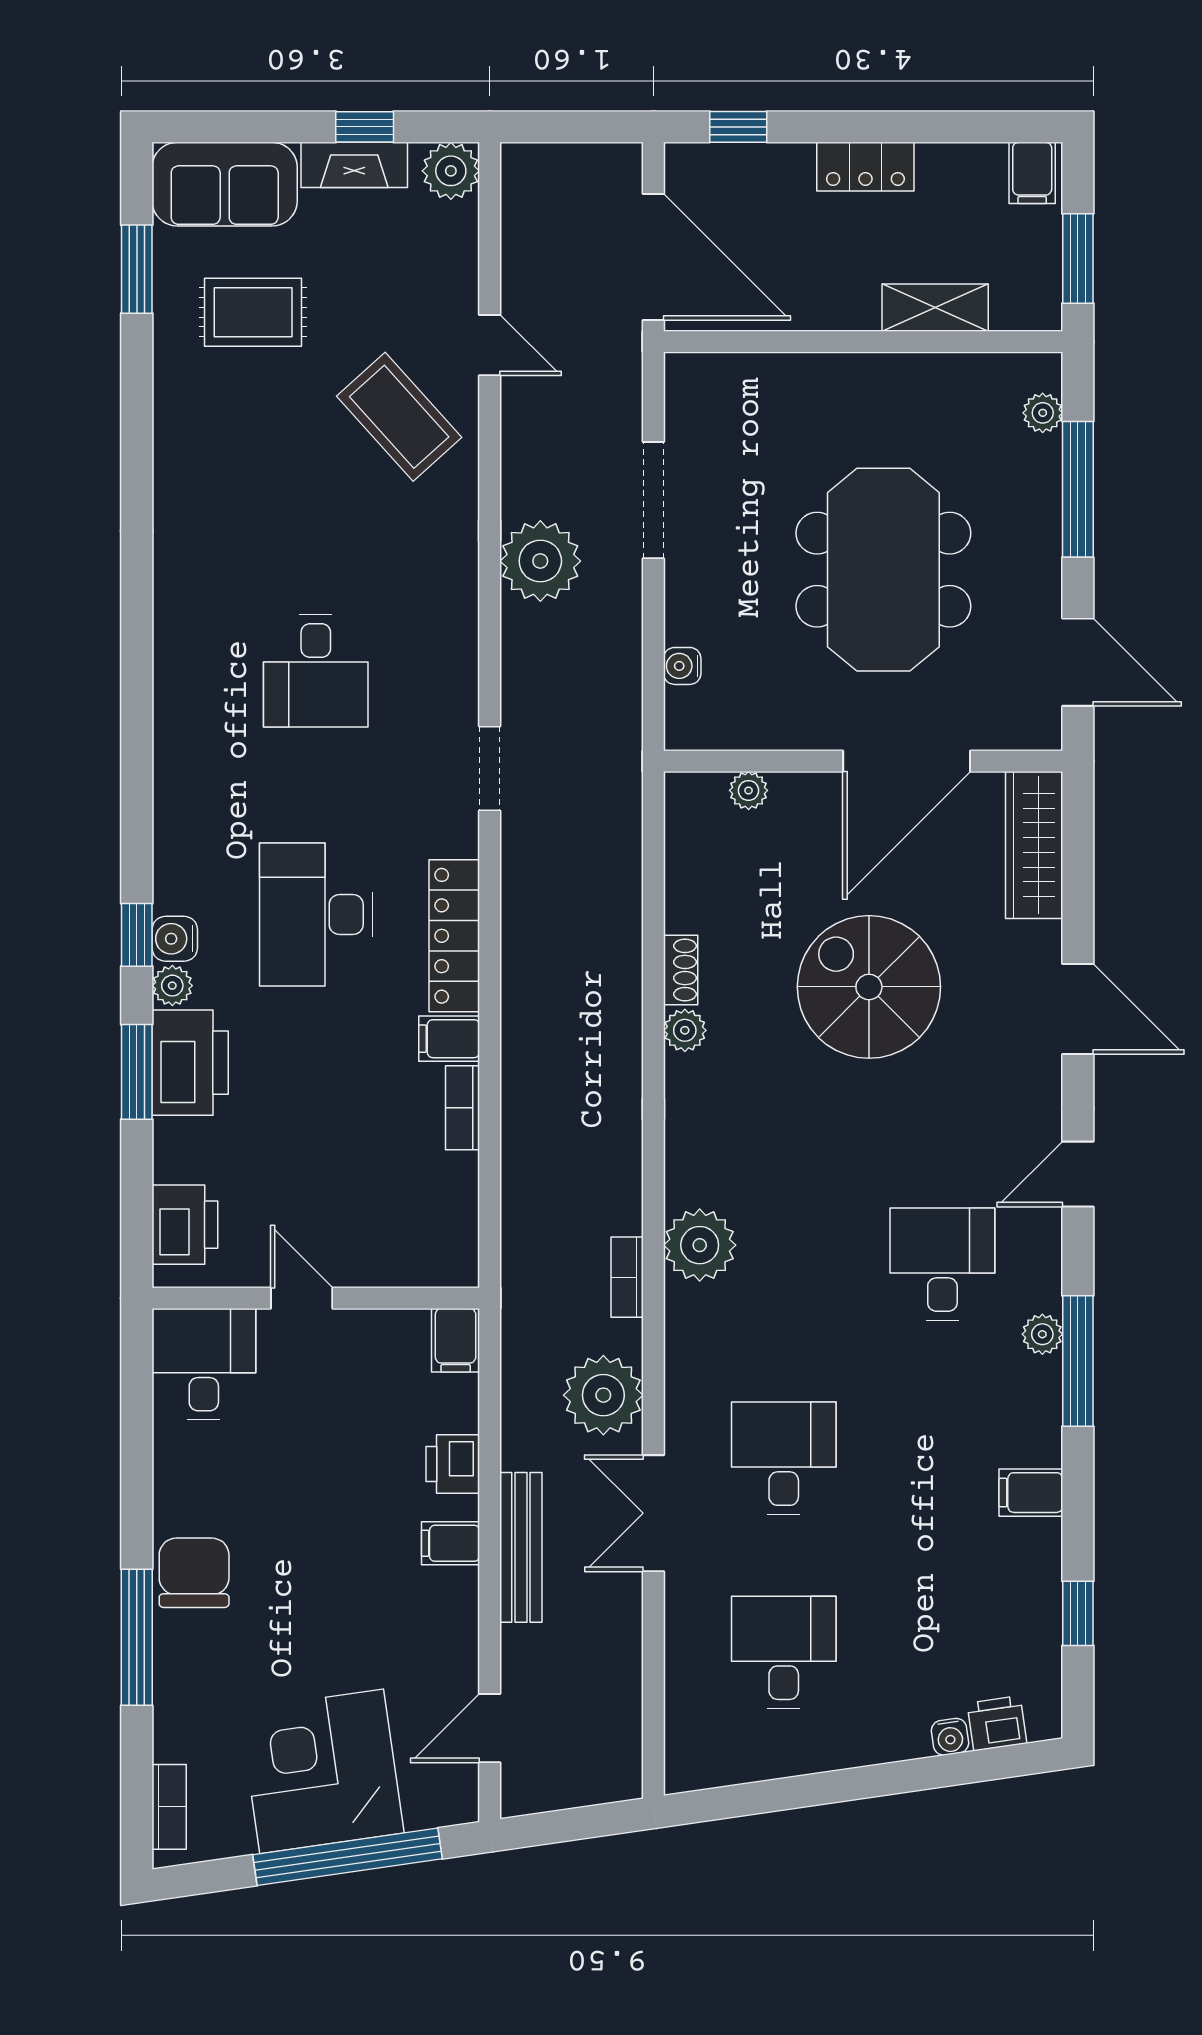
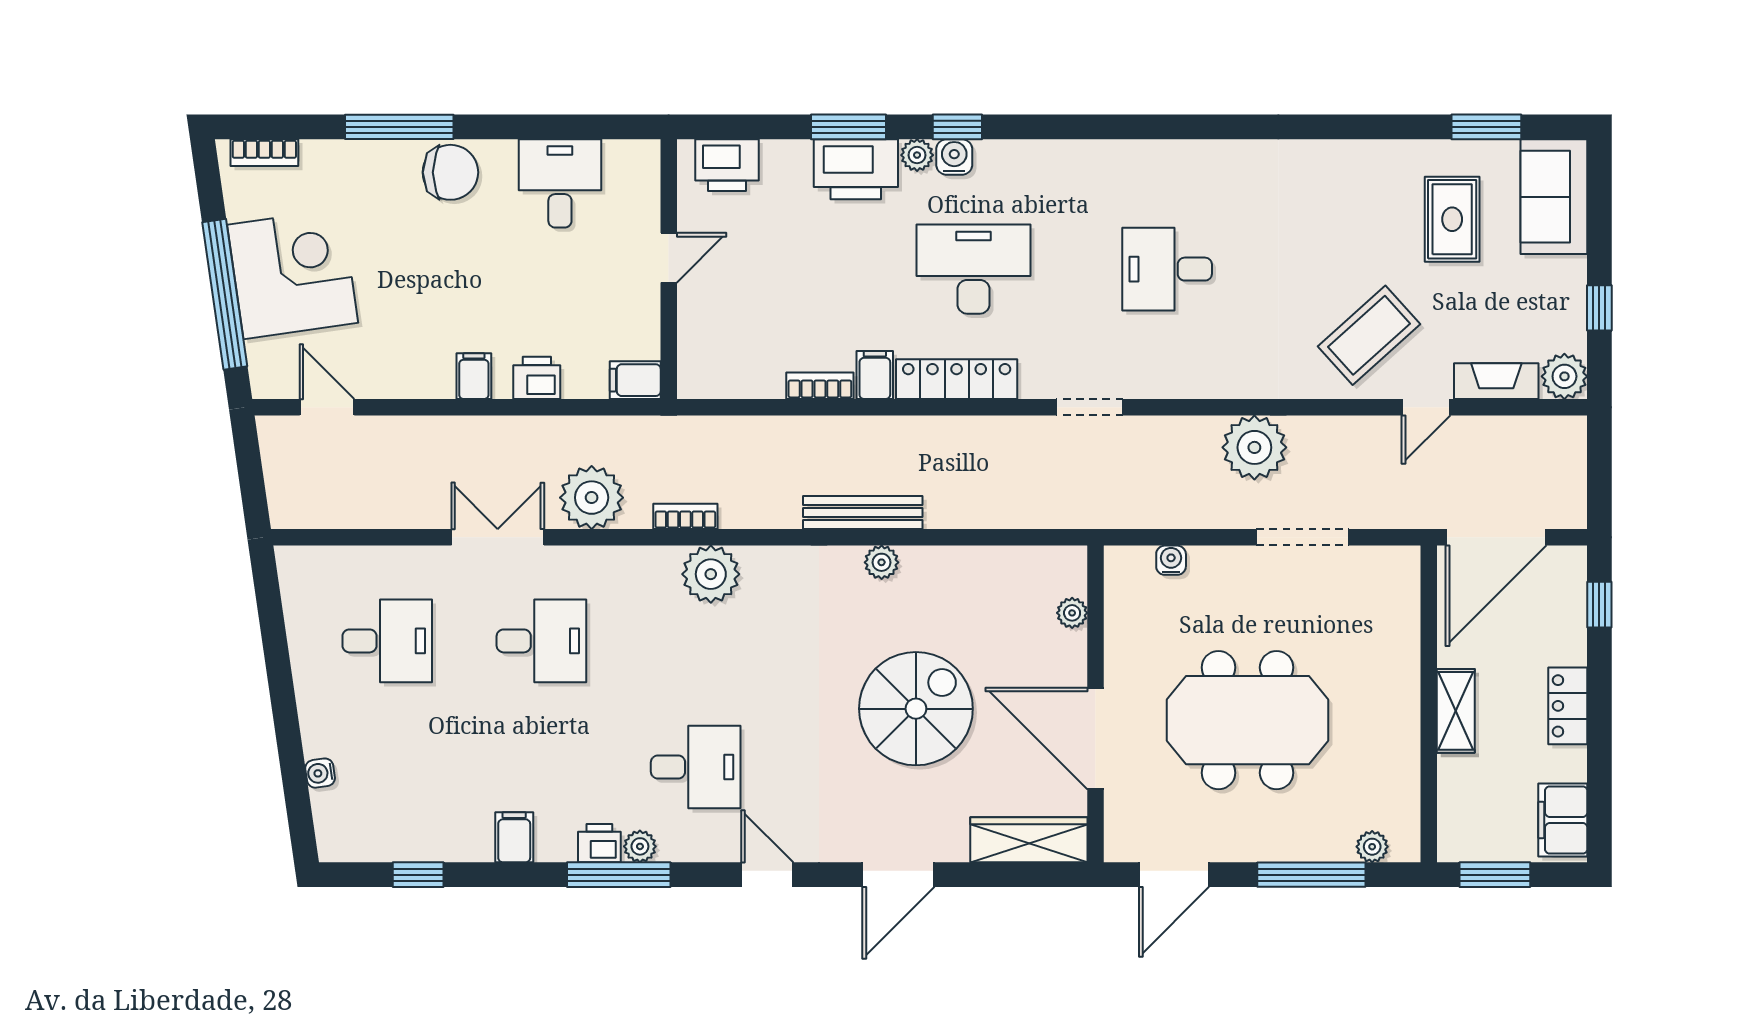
fireplace: (354, 165) -> (1496, 381), moved, turned 90
filing cabinet: (1032, 173) -> (1563, 820), width x2.00
shelving: (935, 308) -> (1456, 711), moved
shoe rack: (681, 970) -> (929, 559), removed
desk: (204, 1364) -> (560, 183), moved, turned -90
bench: (521, 1547) -> (863, 512), moved
printer: (997, 1723) -> (599, 843), moved, turned -82

